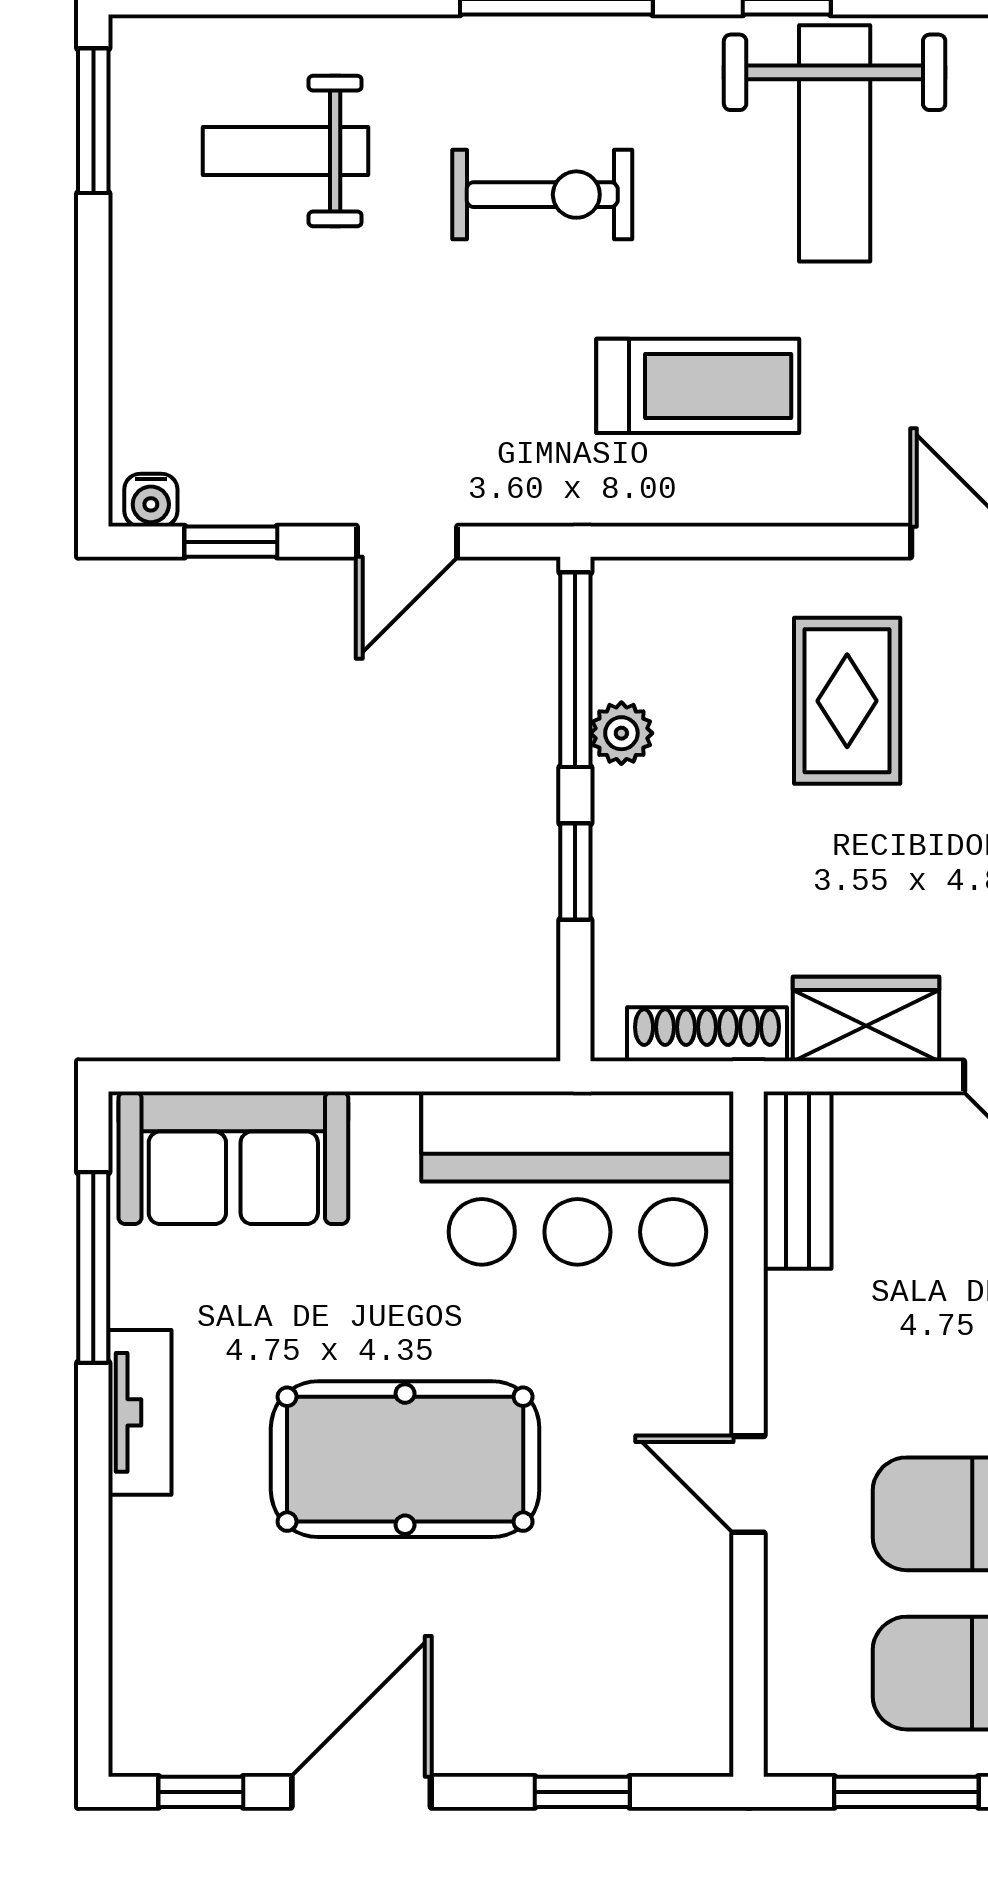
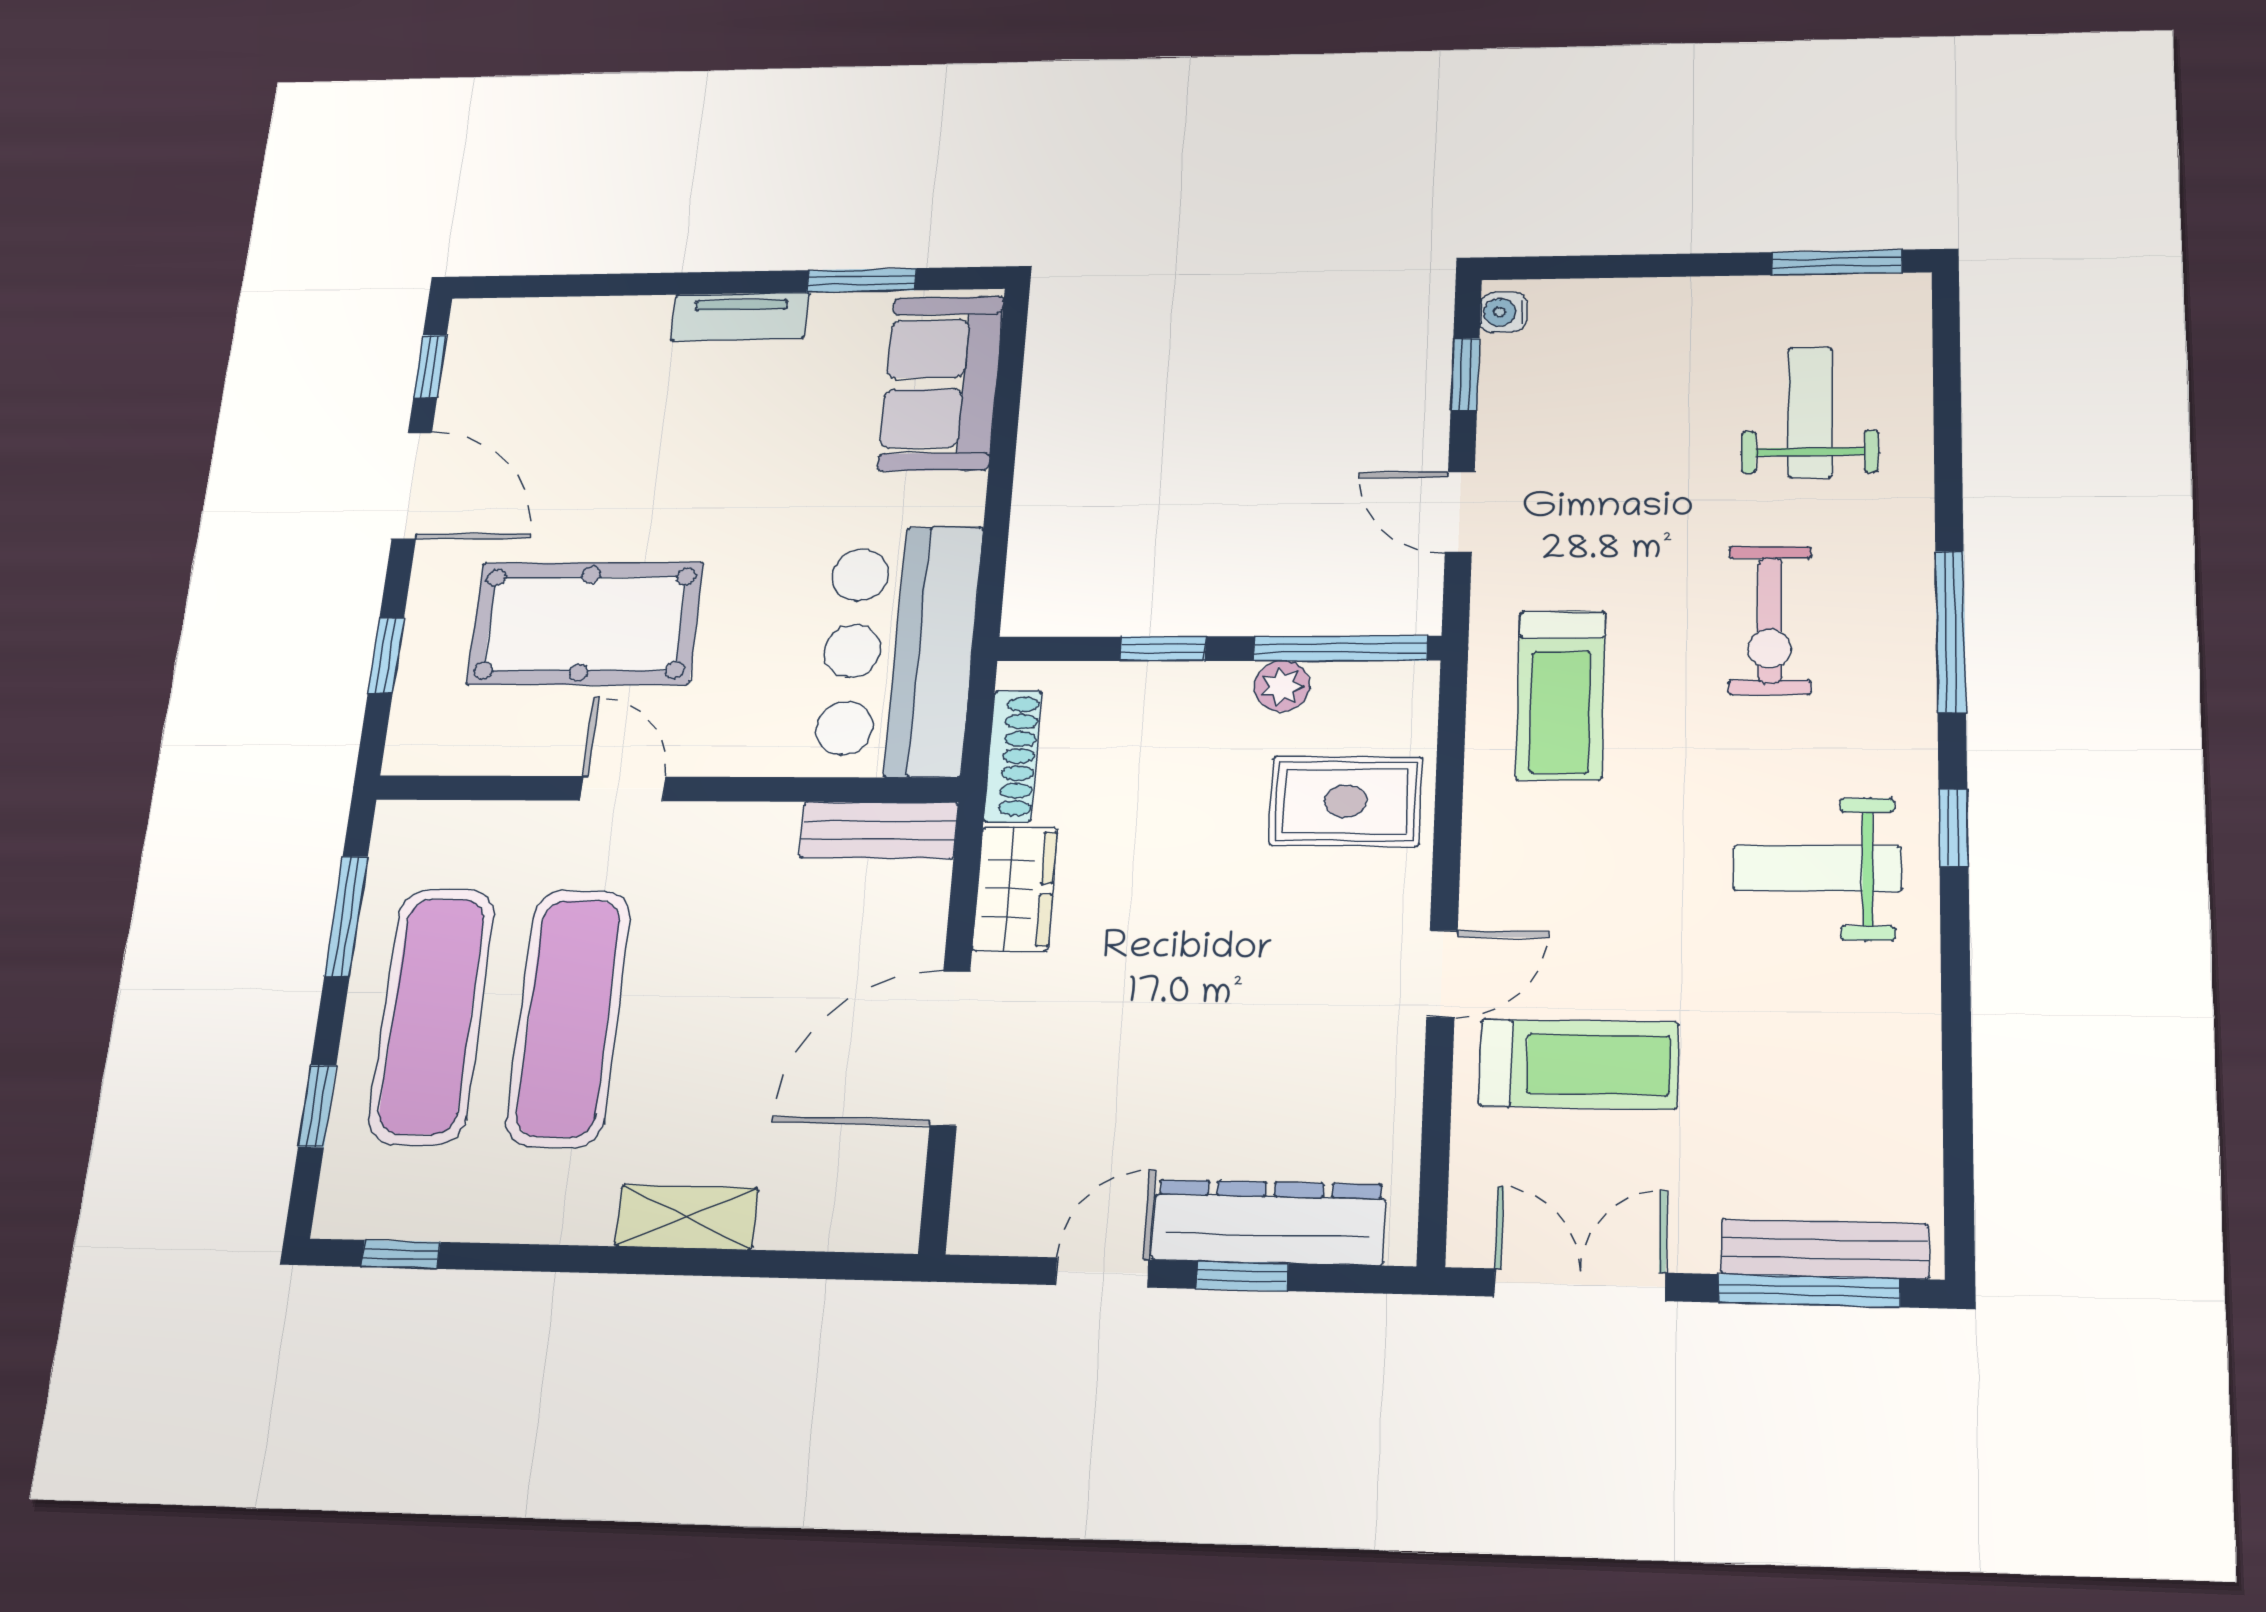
weight bench: (835, 143) -> (1817, 868), width x0.73, depth x0.75
treadmill: (698, 386) -> (1561, 695), moved
rug: (847, 701) -> (1346, 801), moved
window: (93, 1267) -> (861, 280), width x0.69
pool table: (405, 1459) -> (585, 623), moved, turned 90
door: (749, 1484) -> (623, 789), hinge flipped

